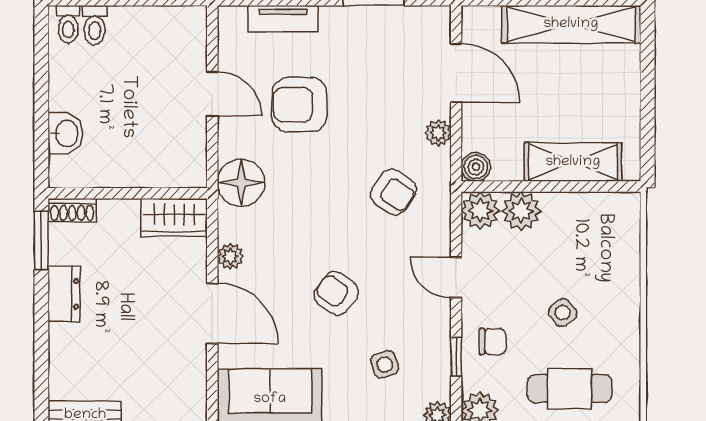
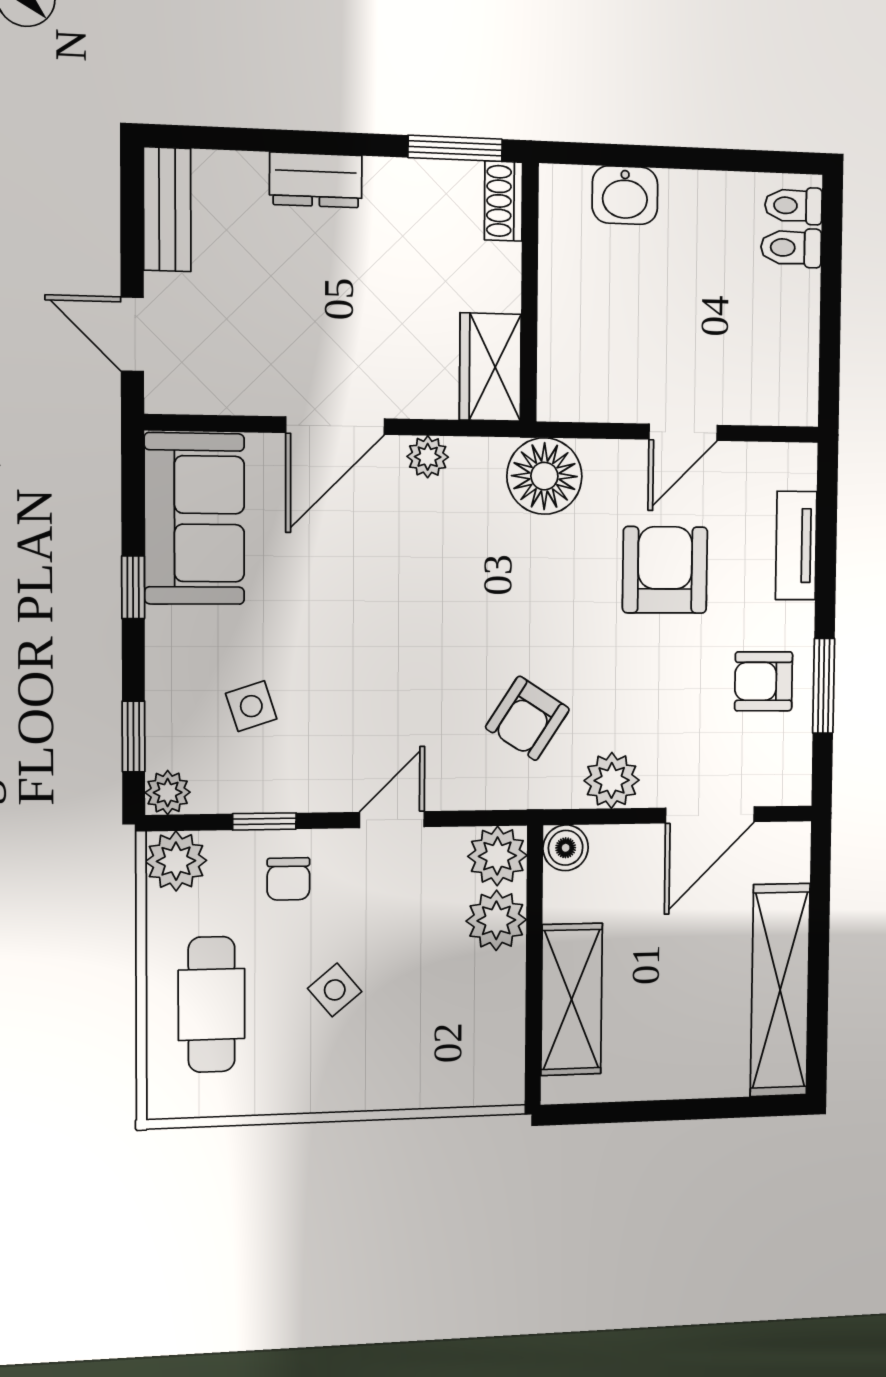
plant: (438, 133) -> (612, 780), width x1.38, depth x1.38
dresser: (64, 294) -> (316, 180), moved
armchair: (336, 294) -> (764, 681), moved, turned -126

